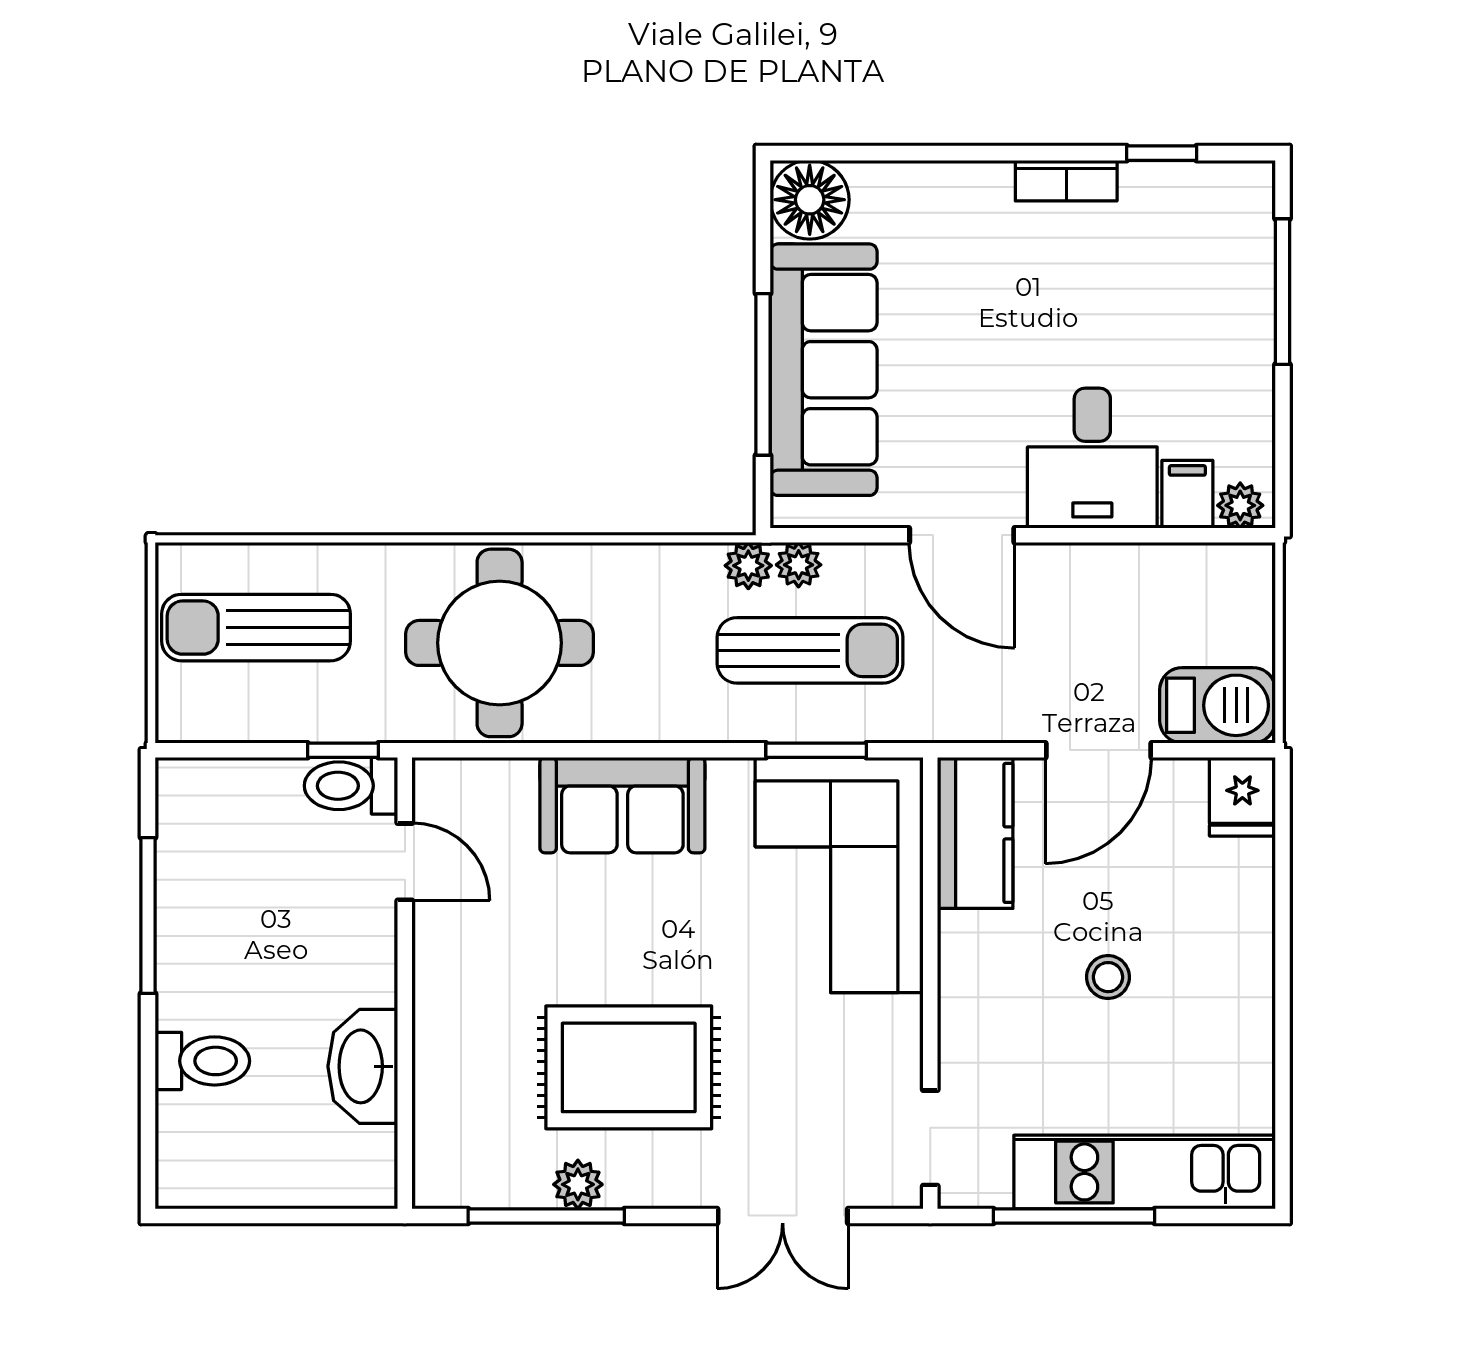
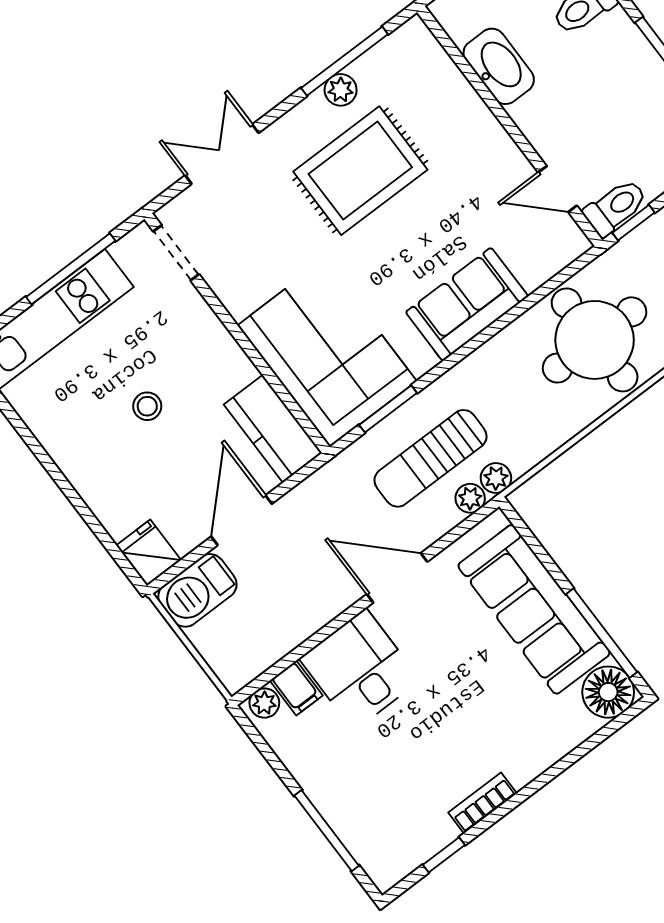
window: (763, 374) -> (602, 633), moved

